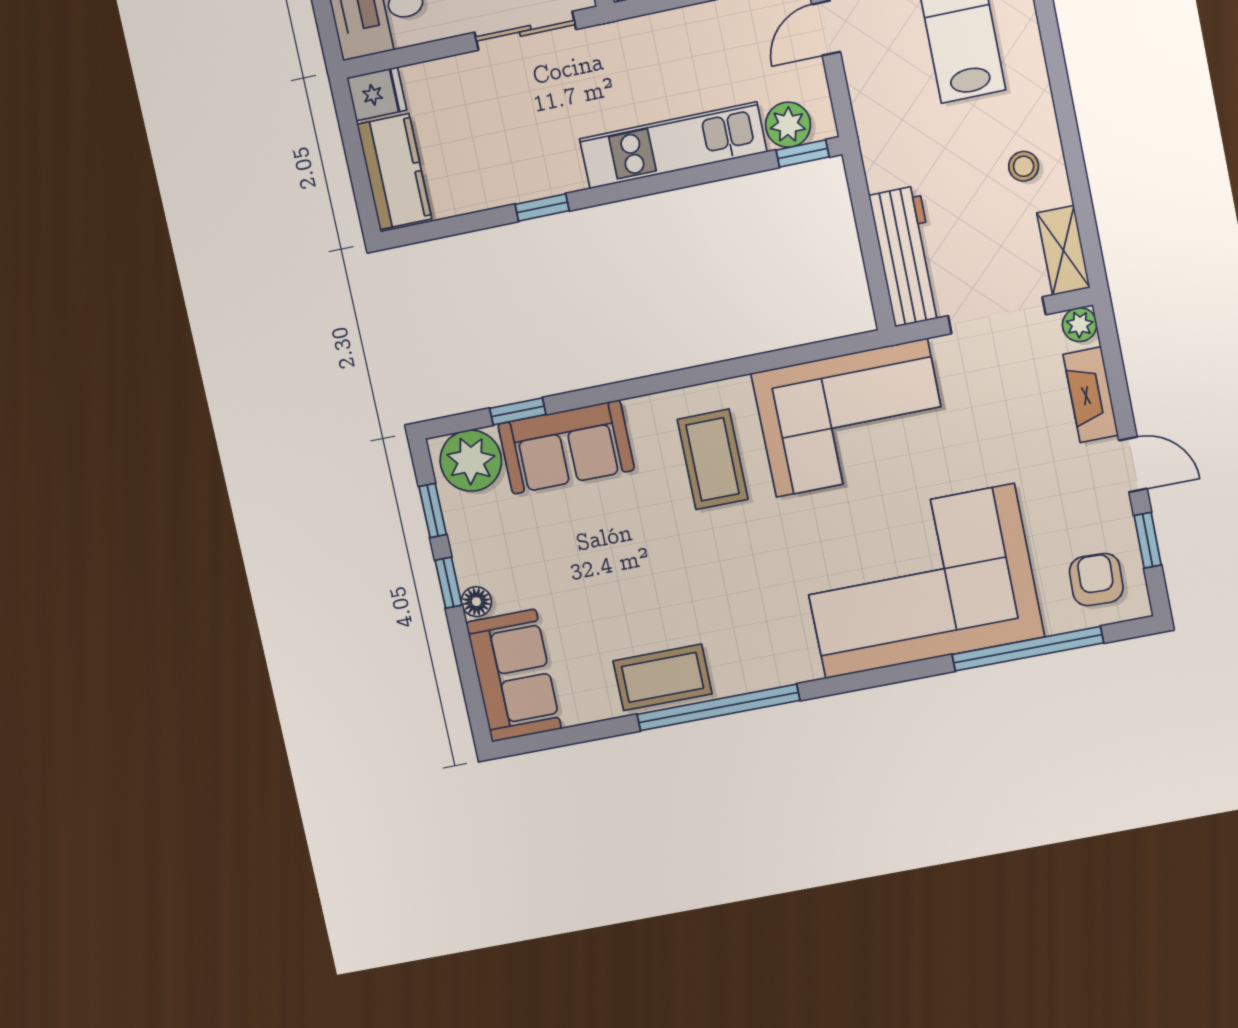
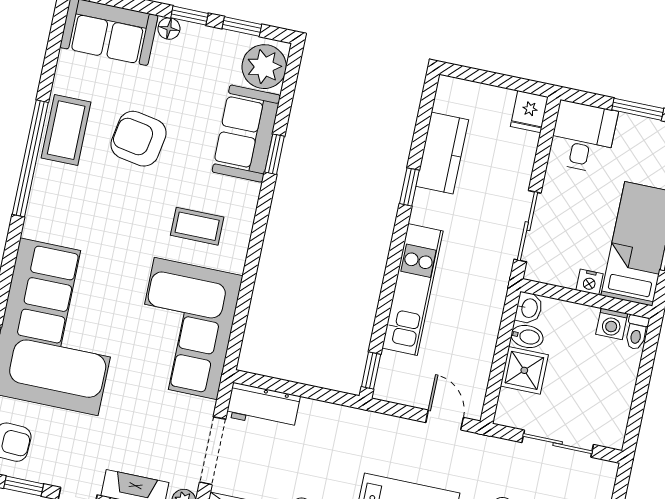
plant: (788, 125) -> (394, 369), removed
kitchen counter: (394, 172) -> (442, 153), moved, turned -90
workbench: (907, 256) -> (263, 406), width x0.73
window: (518, 411) -> (275, 154), moved
coffee table: (713, 459) -> (197, 226), width x0.73, depth x0.77
armchair: (633, 581) -> (138, 139), added

